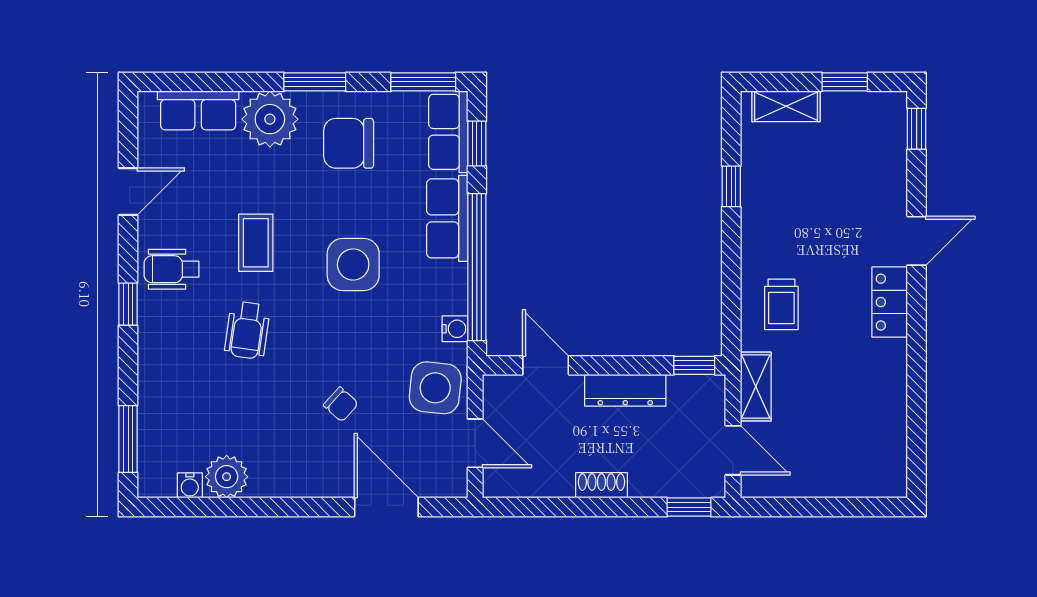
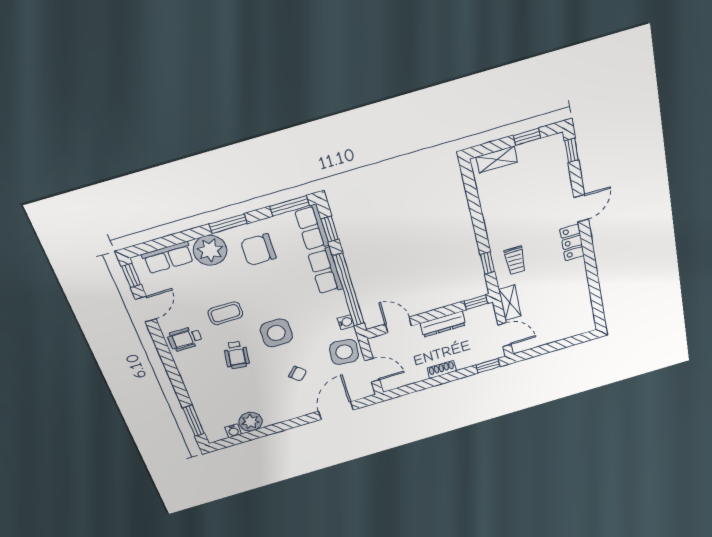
window: (731, 186) -> (487, 263), moved
coffee table: (256, 243) -> (225, 313), turned 90
side table: (353, 265) -> (276, 333), moved
window: (128, 304) -> (131, 275), moved
door: (386, 507) -> (336, 411), hinge flipped

